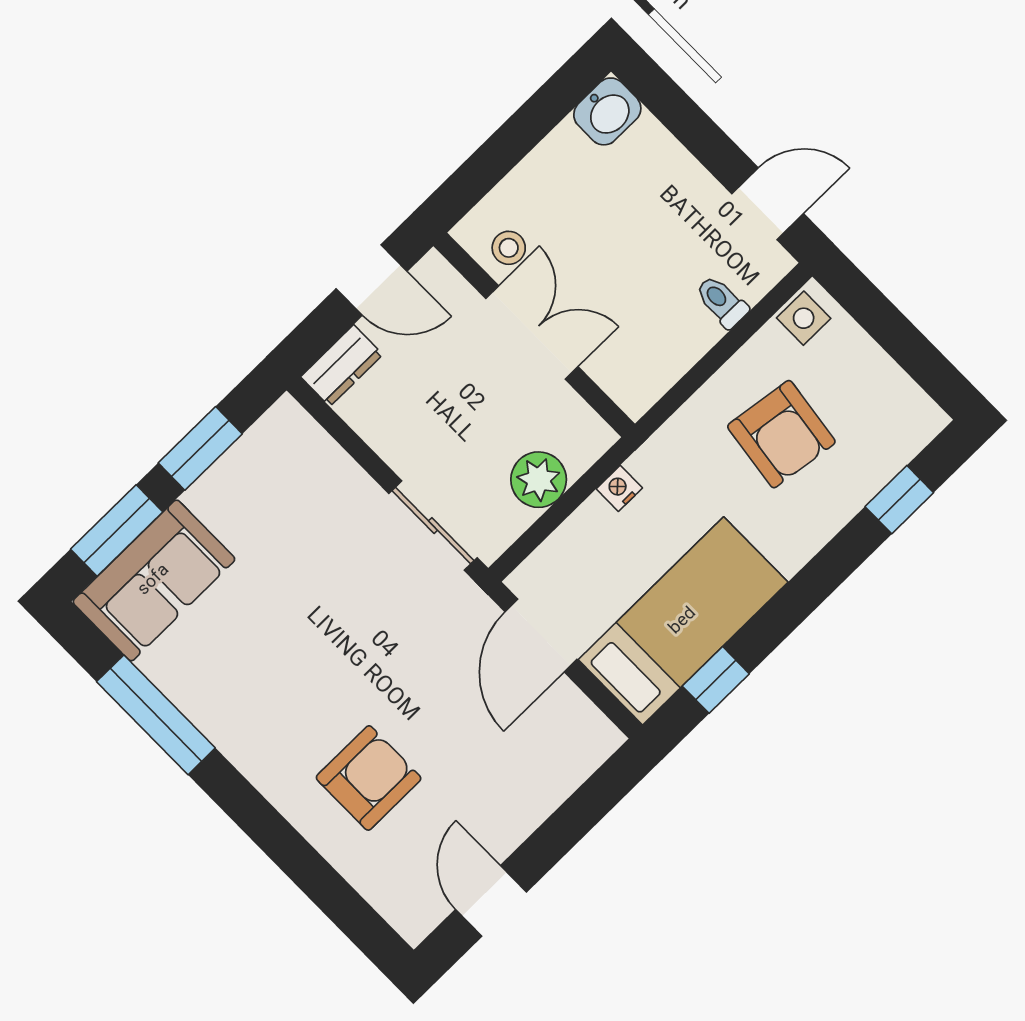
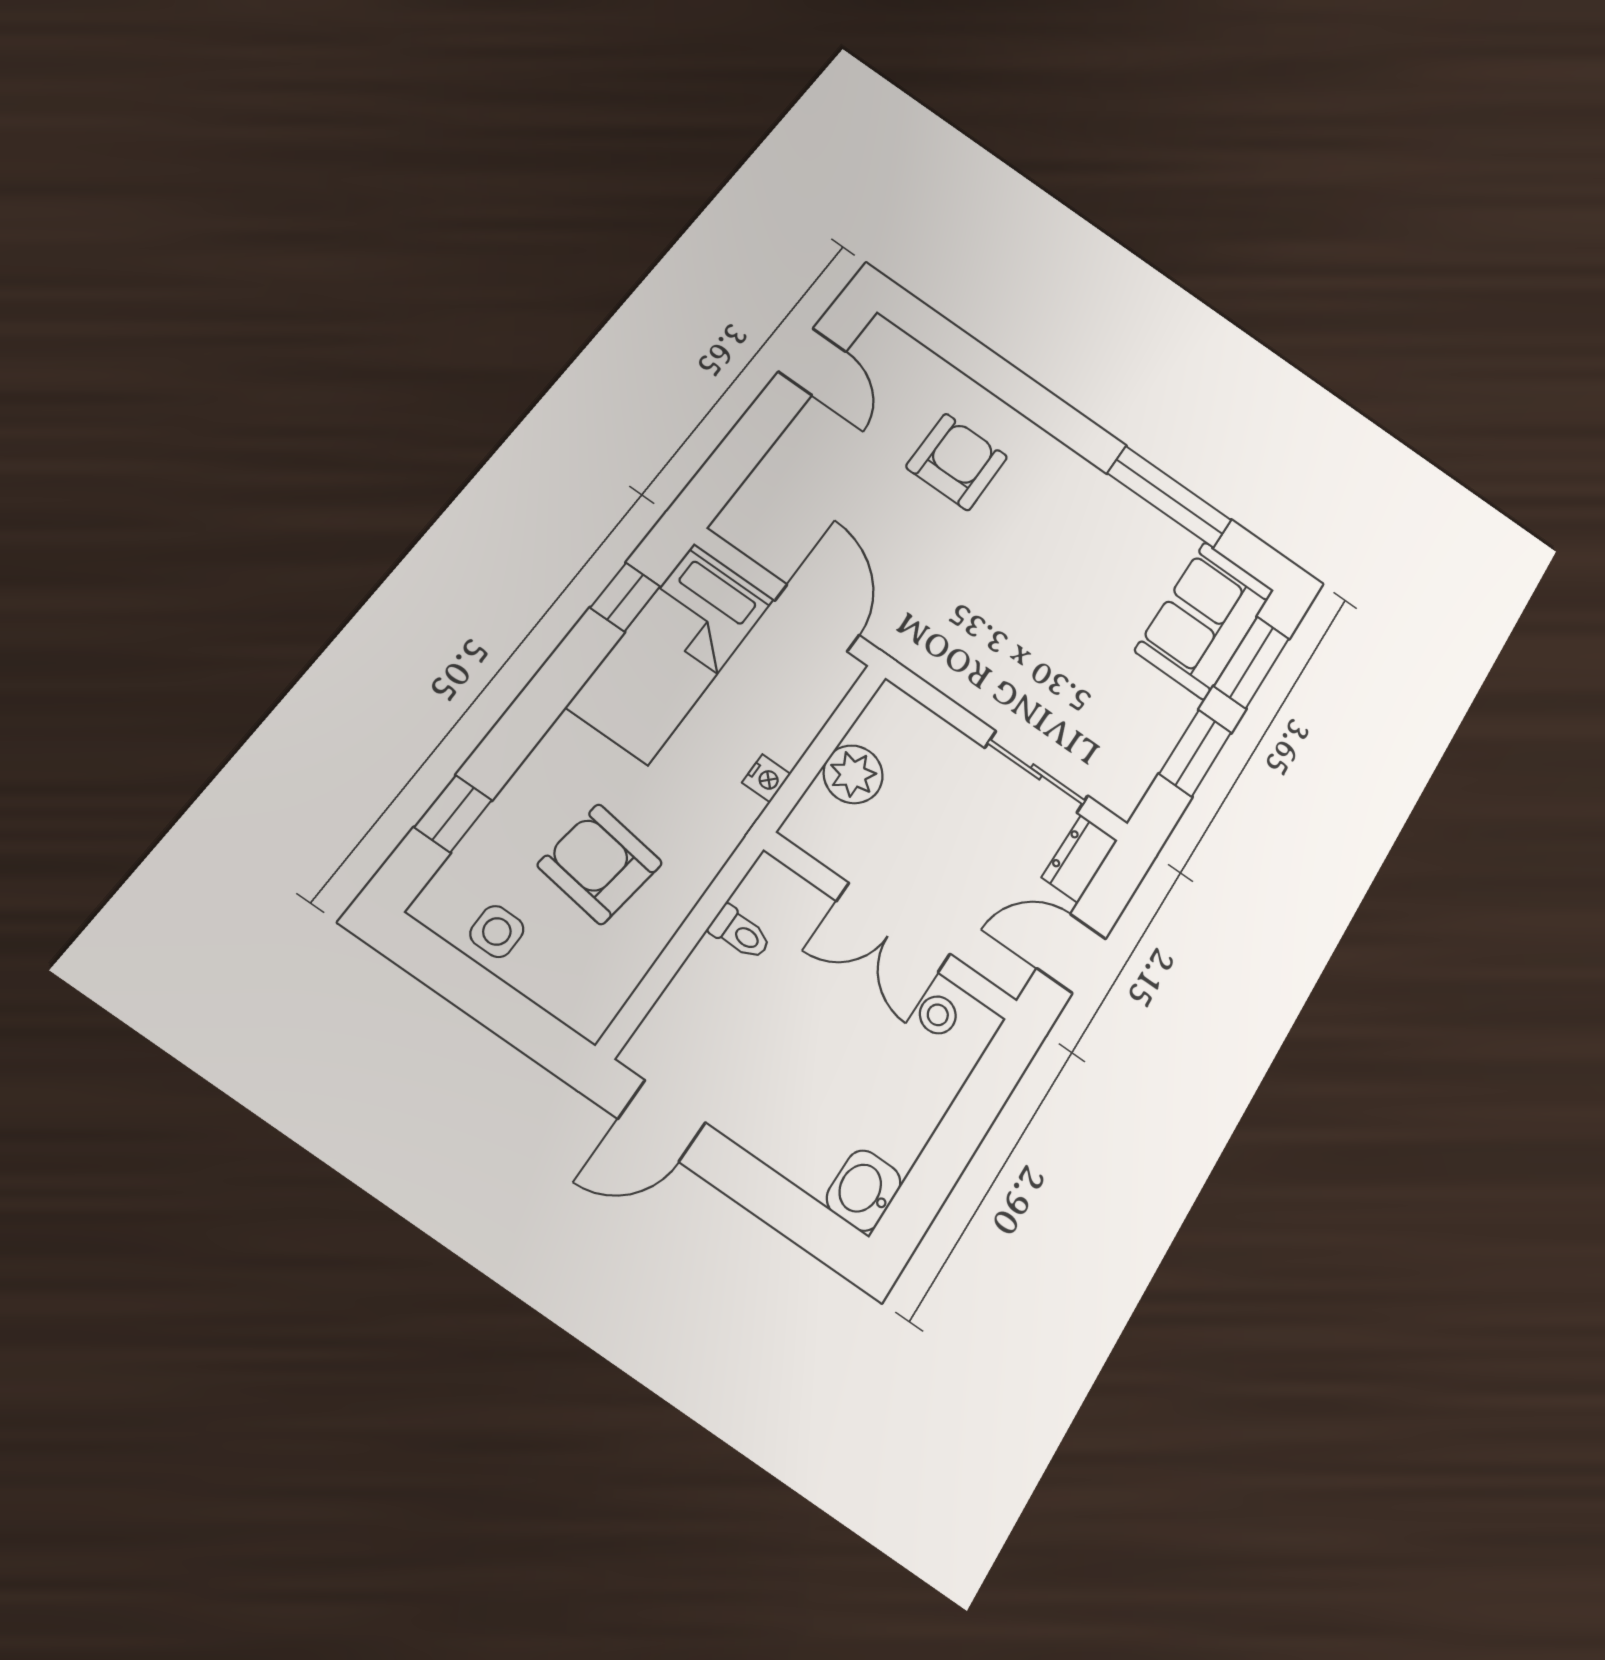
toilet: (722, 302) -> (740, 933), moved
side table: (804, 318) -> (497, 931), moved
sliding door: (433, 526) -> (1036, 772), moved
armchair: (369, 778) -> (957, 462), turned 180

